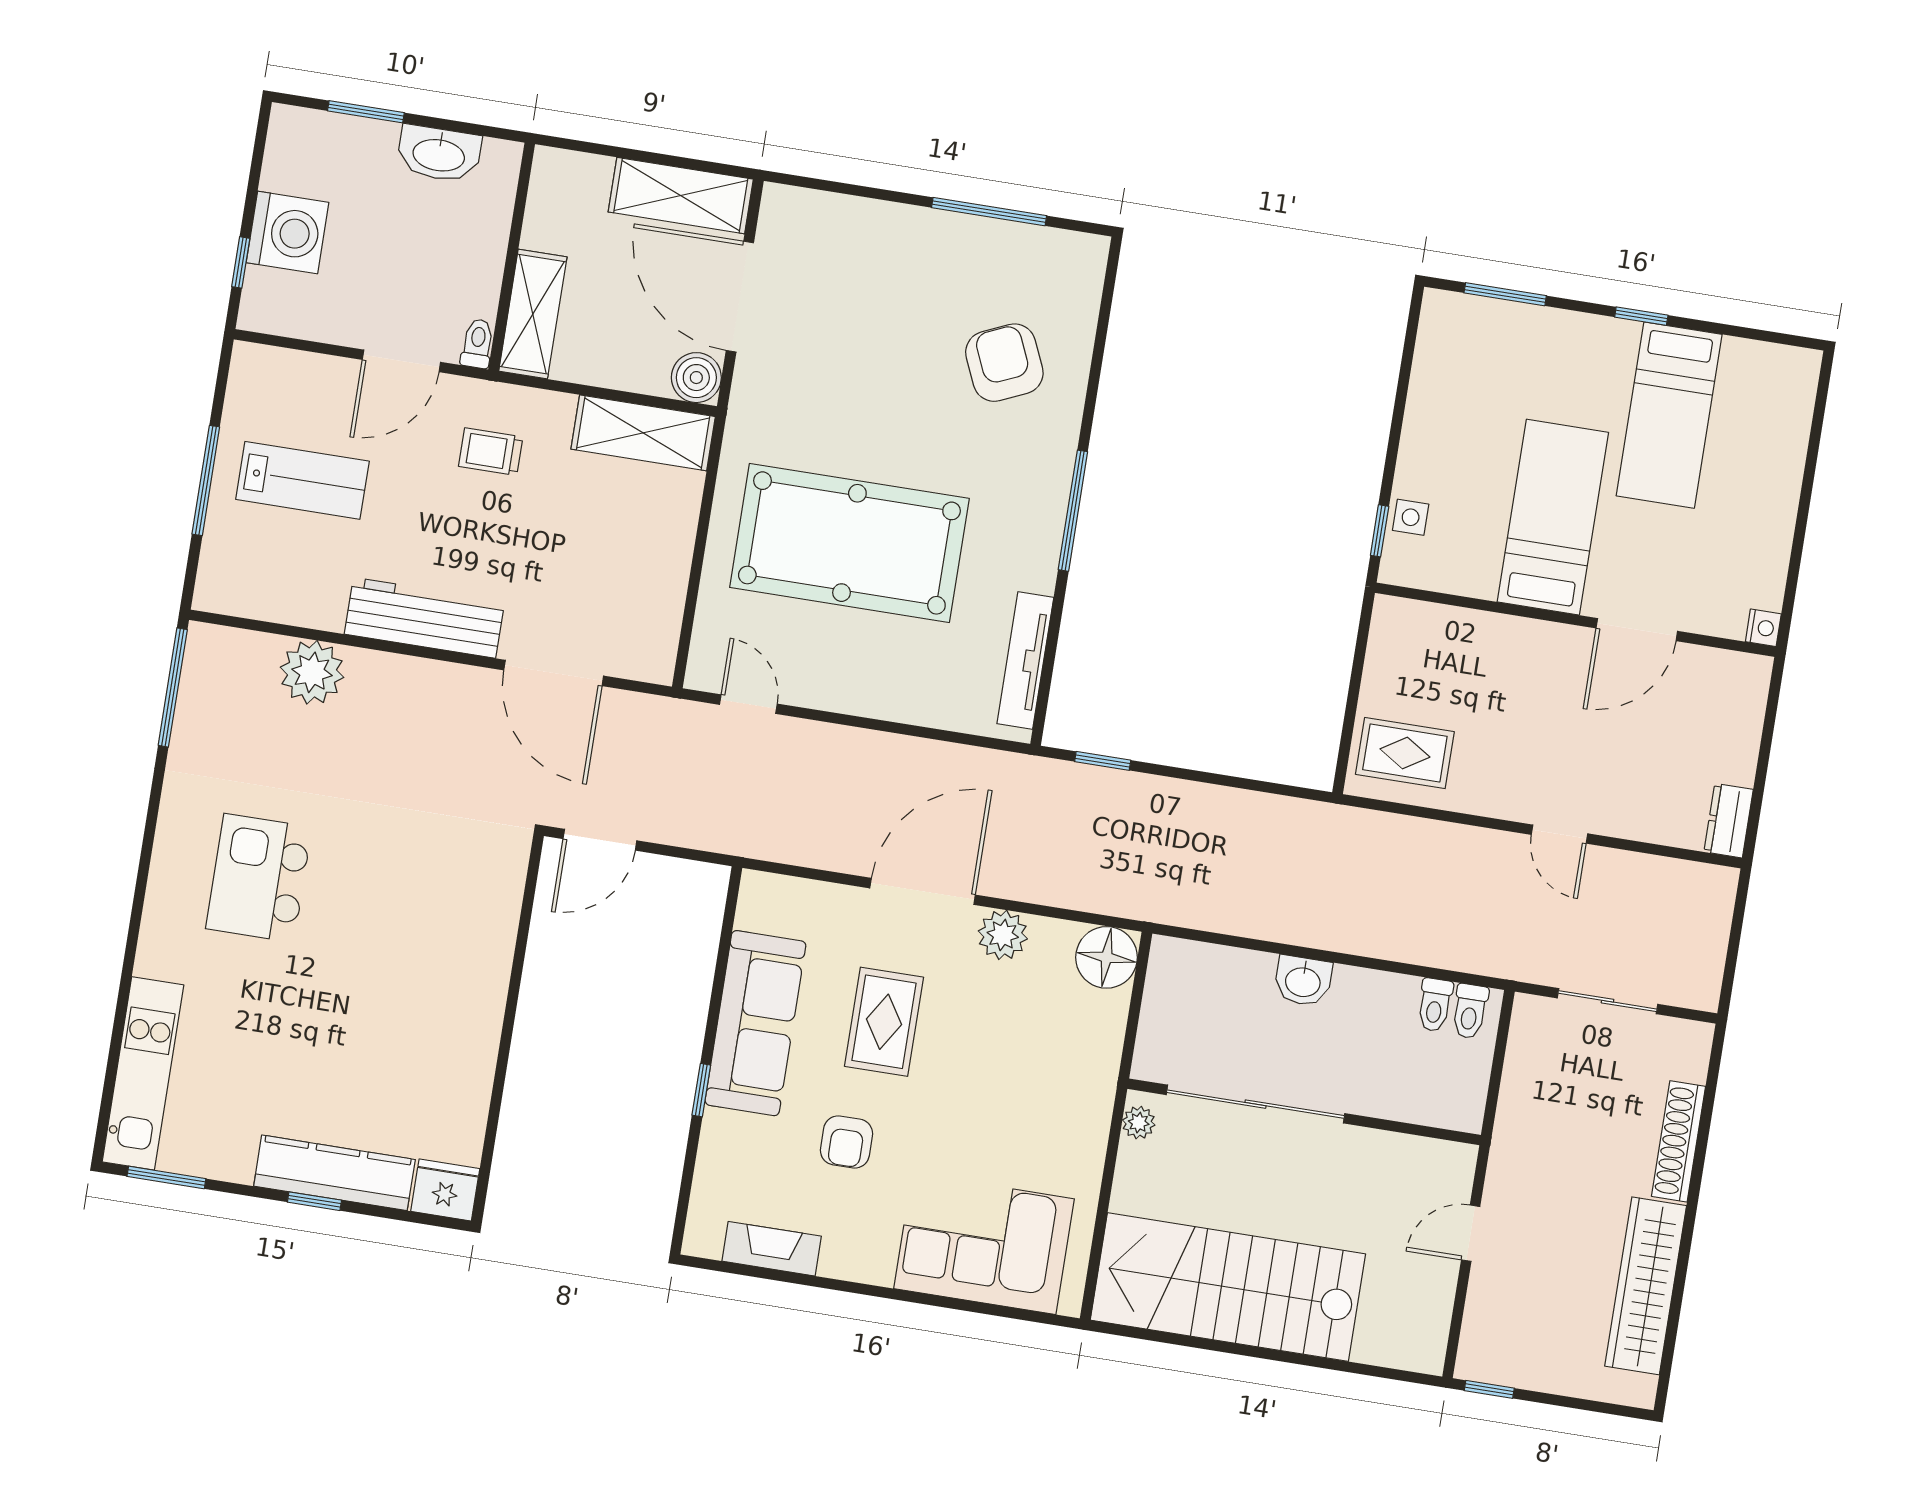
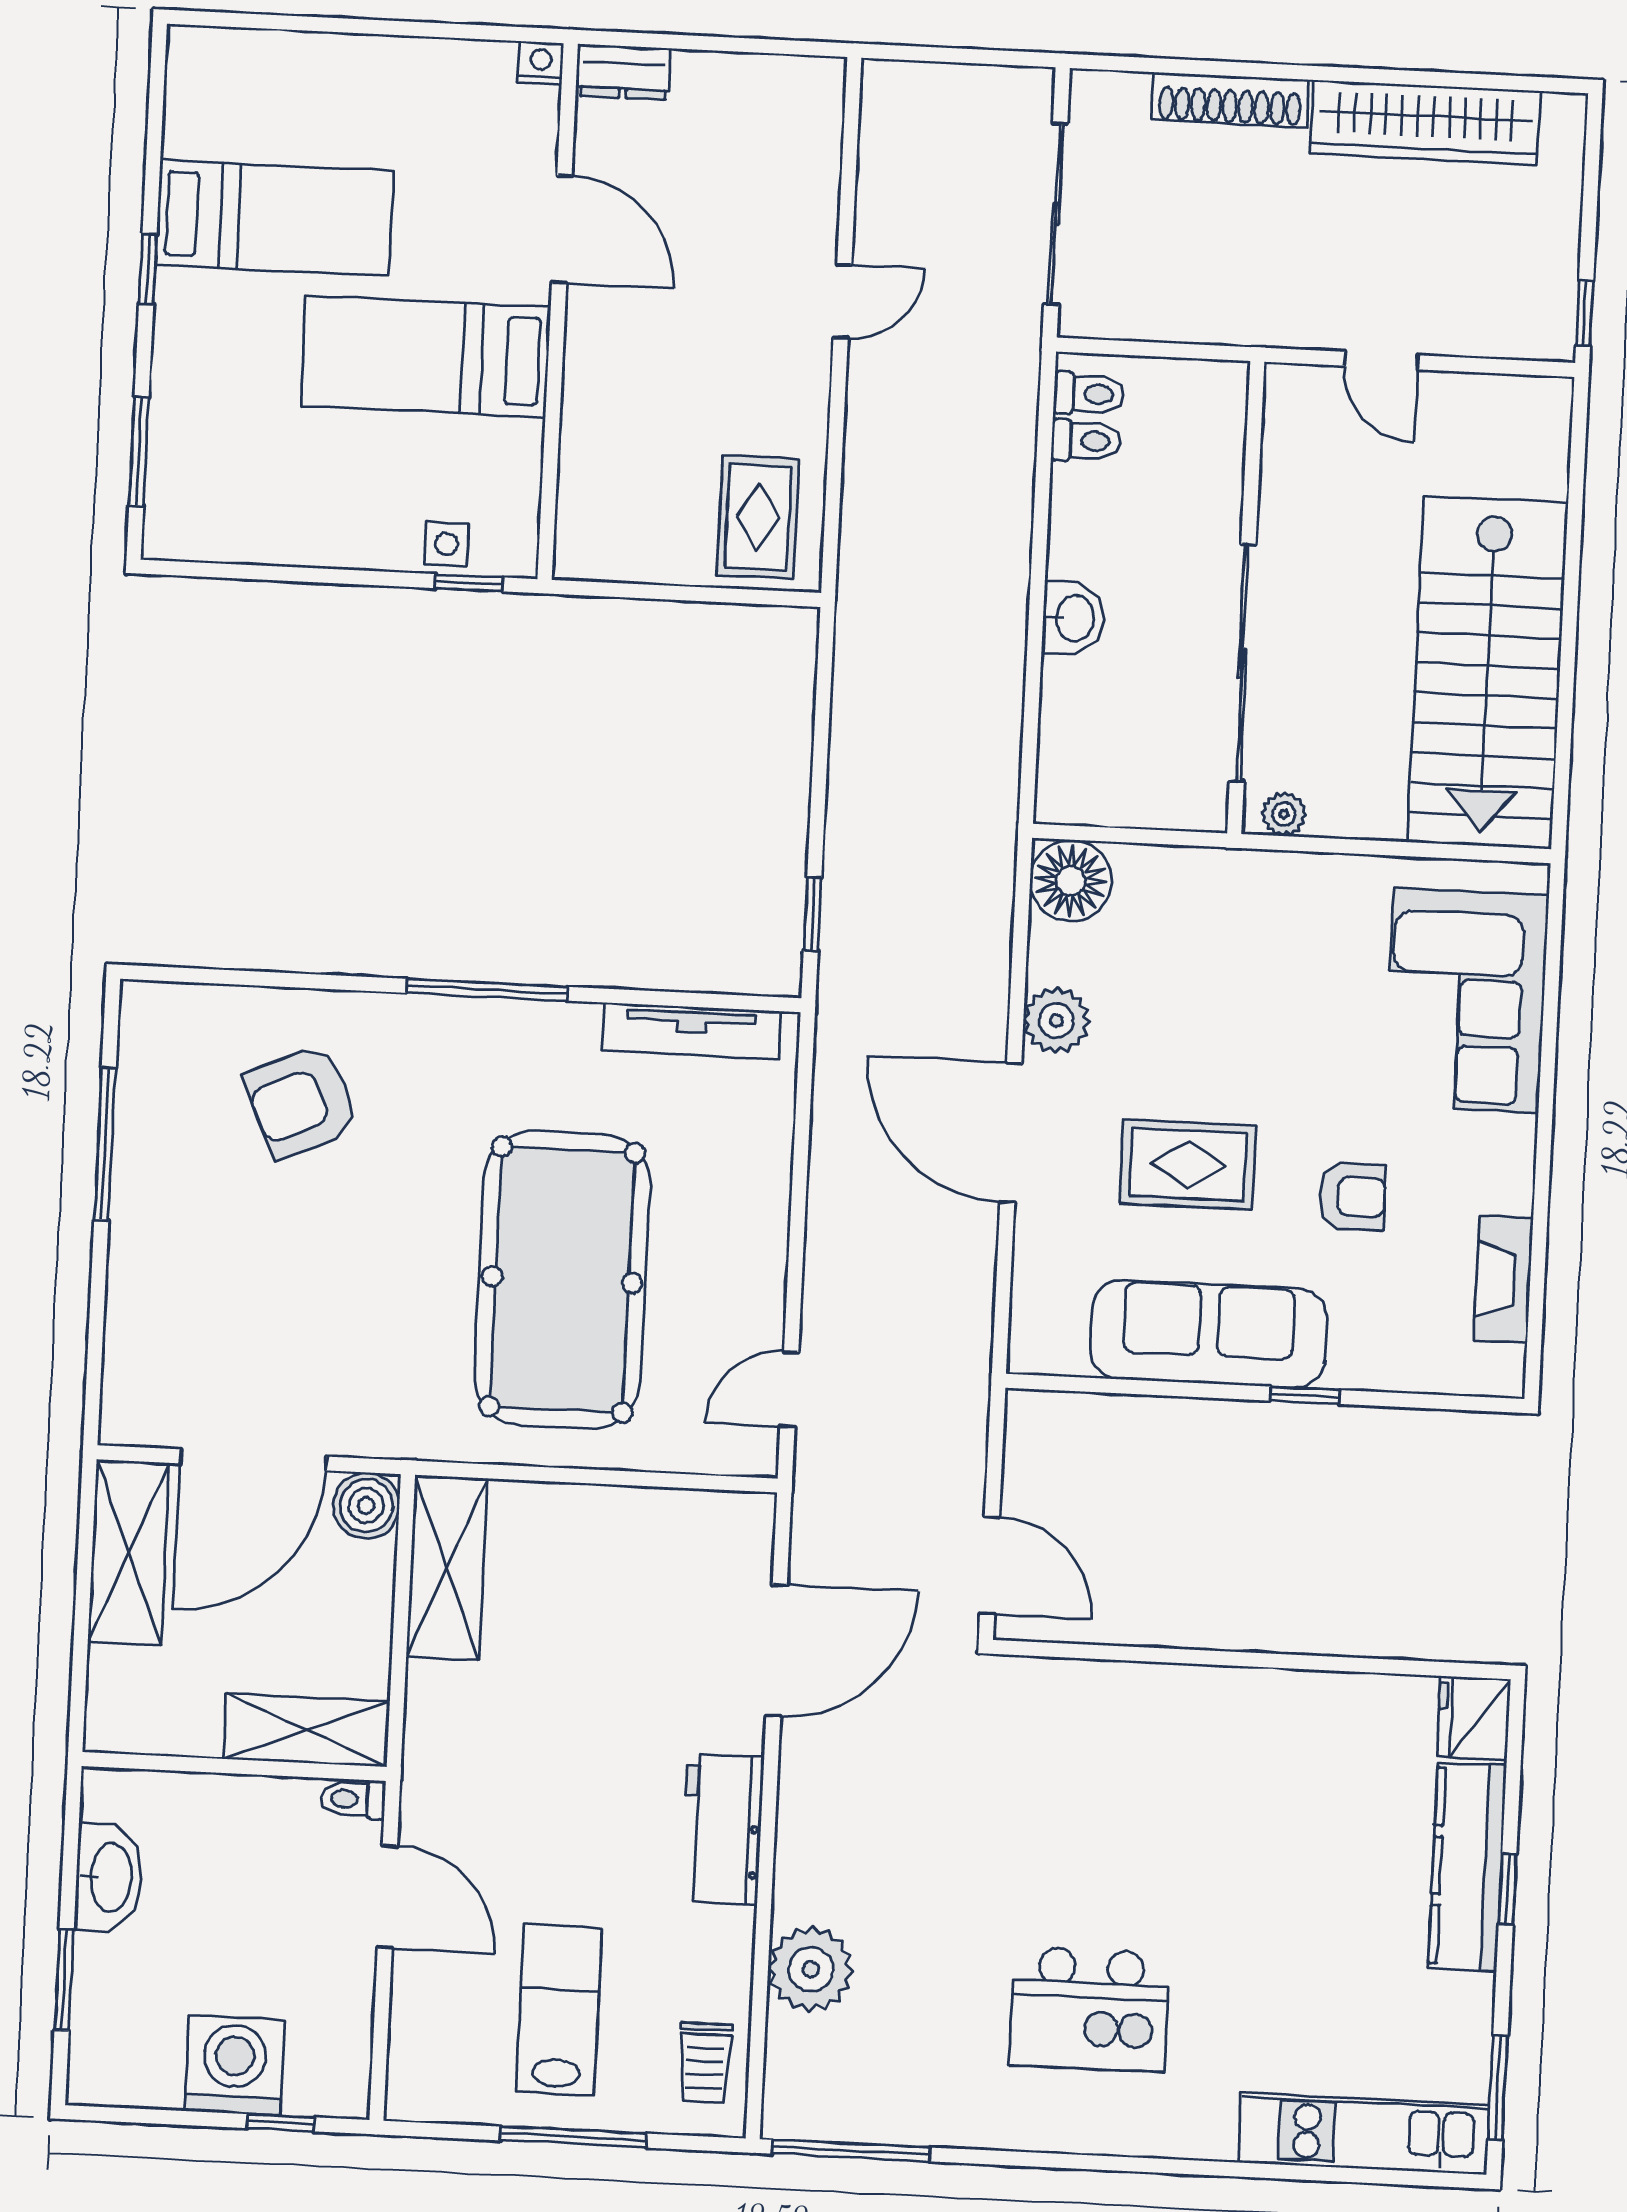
trolley: (491, 452) -> (705, 2063), moved
workbench: (424, 618) -> (723, 1829), width x0.73
dresser: (1728, 821) -> (624, 72), moved
sliding door: (1608, 1001) -> (1056, 214), width x1.37

